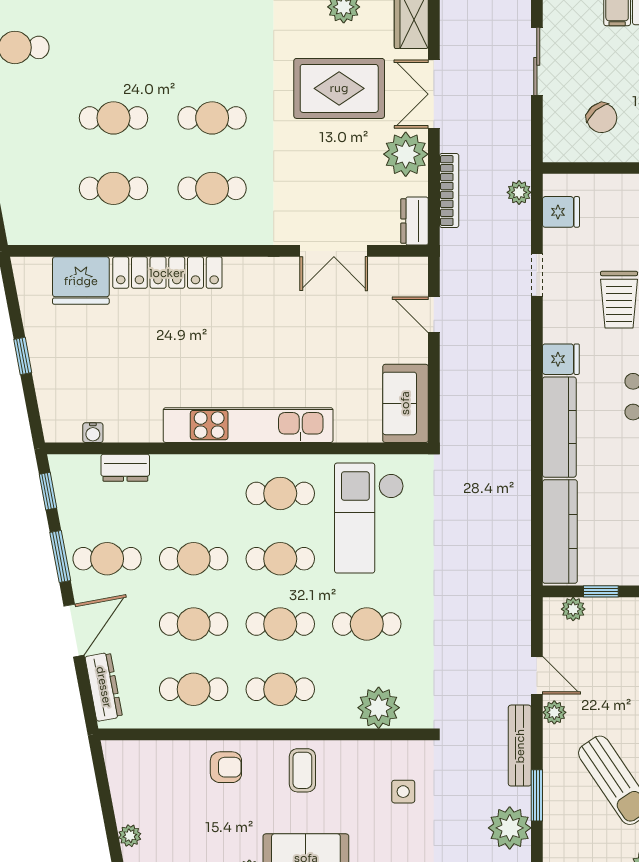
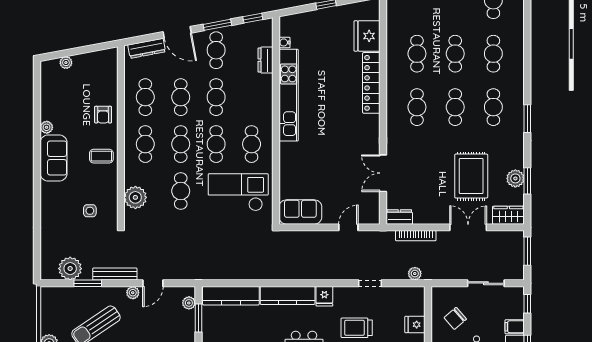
cafe table: (113, 47) -> (493, 54), added
cafe table: (212, 47) -> (493, 107), added
plant: (406, 154) -> (435, 212), removed
fridge: (561, 212) -> (415, 325), moved, turned 90
kitchen unit: (248, 425) -> (289, 95), moved
window: (601, 591) -> (198, 318), width x1.50

